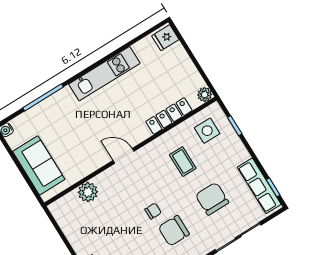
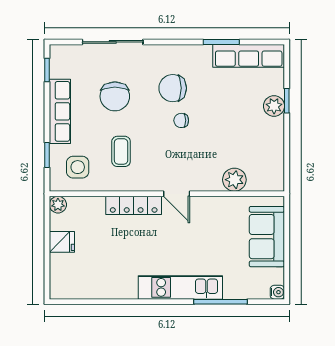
fridge: (165, 38) -> (62, 242), moved
kitchen unit: (104, 74) -> (180, 287), moved
locker: (169, 116) -> (134, 205), moved
row of seats: (259, 186) -> (60, 111), moved
chair: (174, 231) -> (173, 88), turned 180

